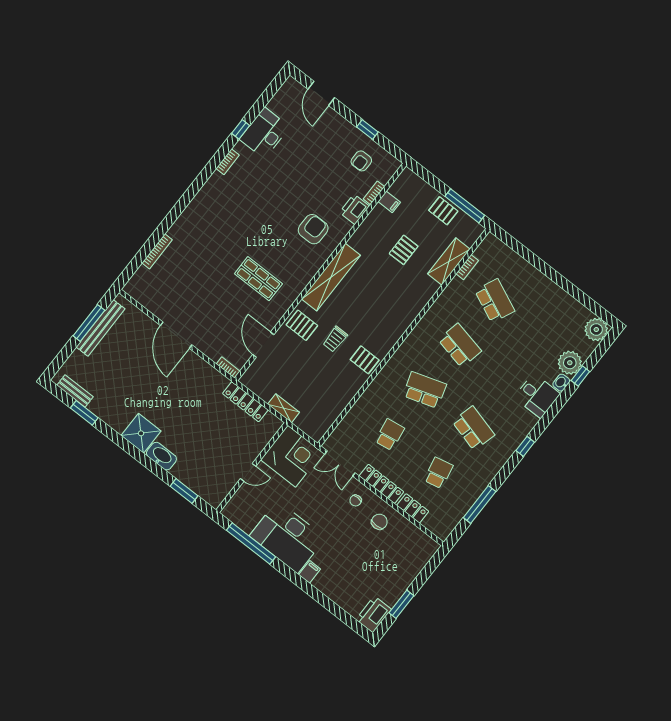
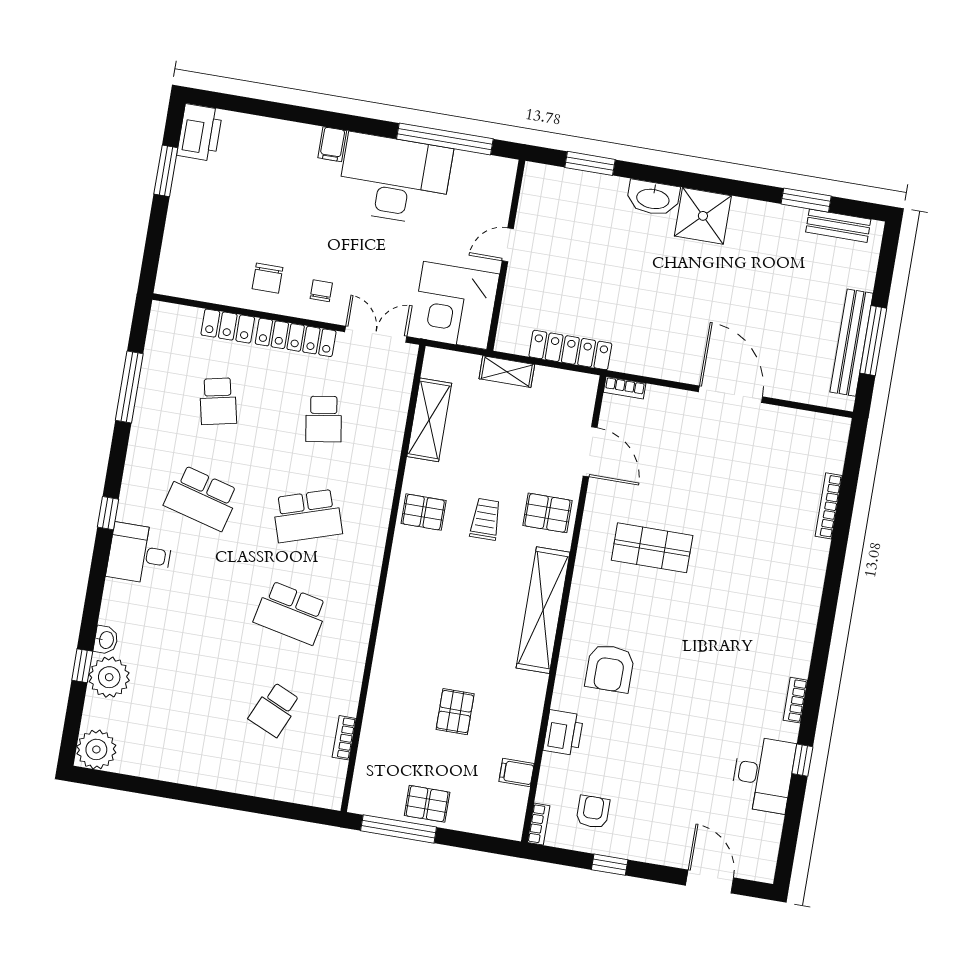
bookcase: (374, 193) -> (539, 824), moved
shelving: (449, 261) -> (429, 420), moved
school desk: (495, 301) -> (275, 709), width x0.54
desk: (537, 396) -> (140, 554), moved

